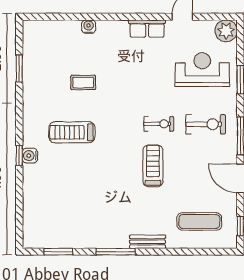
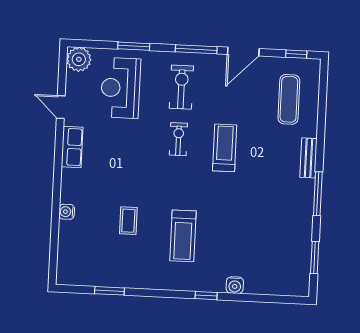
water cooler: (30, 156) -> (235, 285), moved
treadmill: (153, 166) -> (225, 148), turned 90

